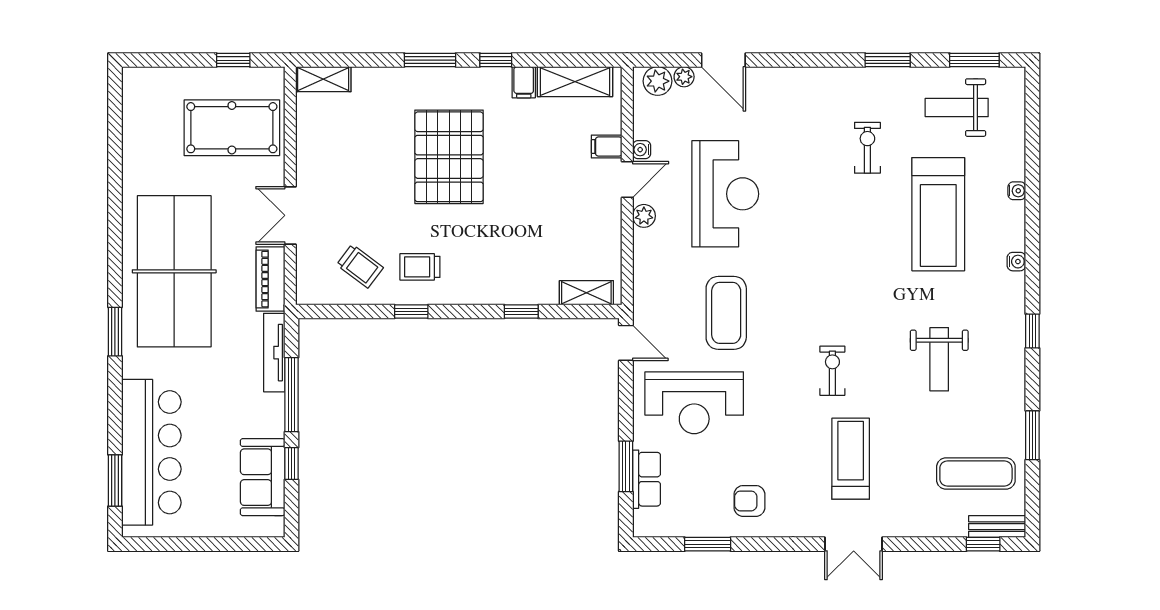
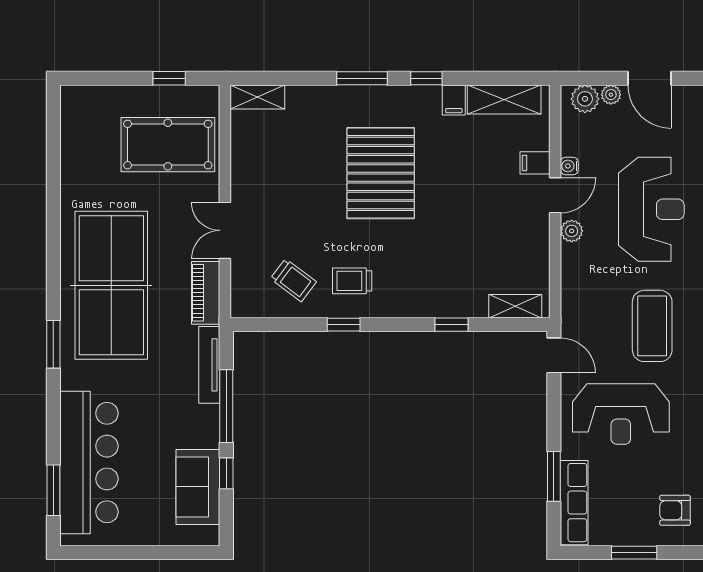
row of seats: (646, 479) -> (574, 503), width x1.48

